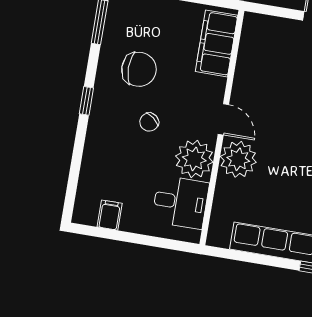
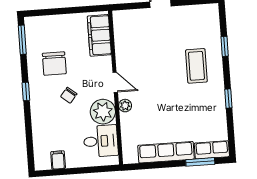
chair: (139, 69) -> (54, 64), turned 90
plant: (238, 159) -> (125, 106), width x0.53, depth x0.53

